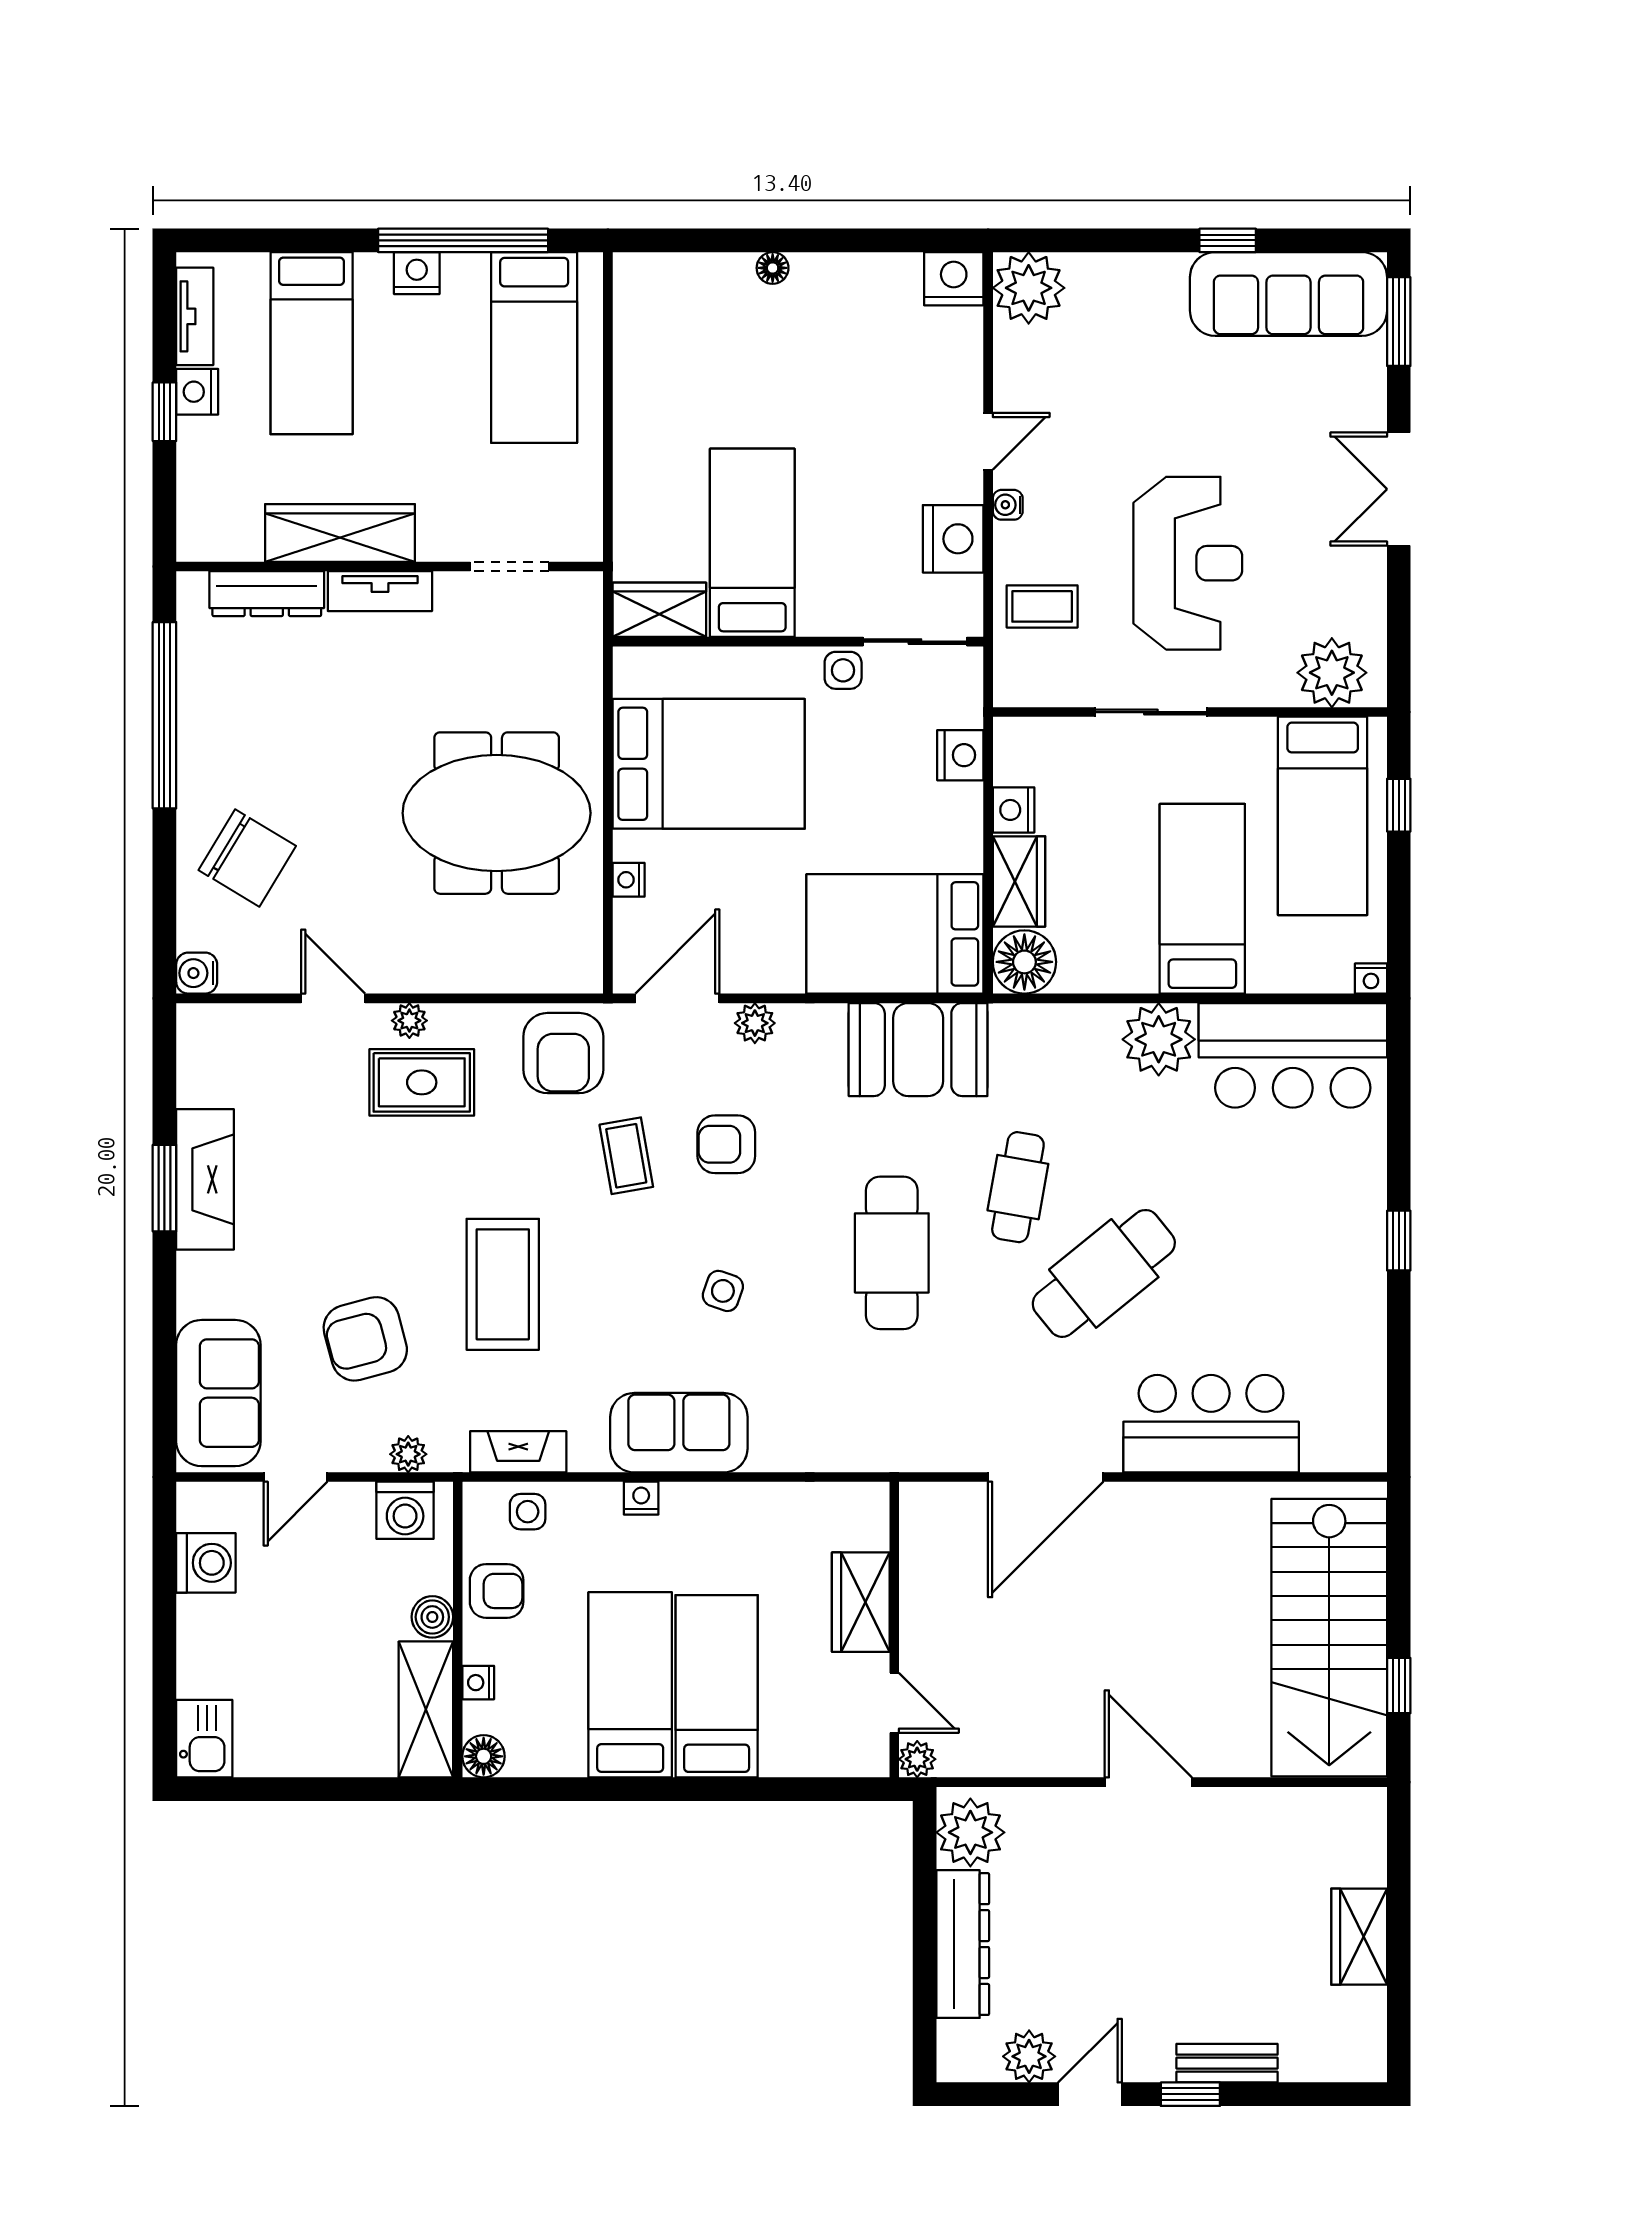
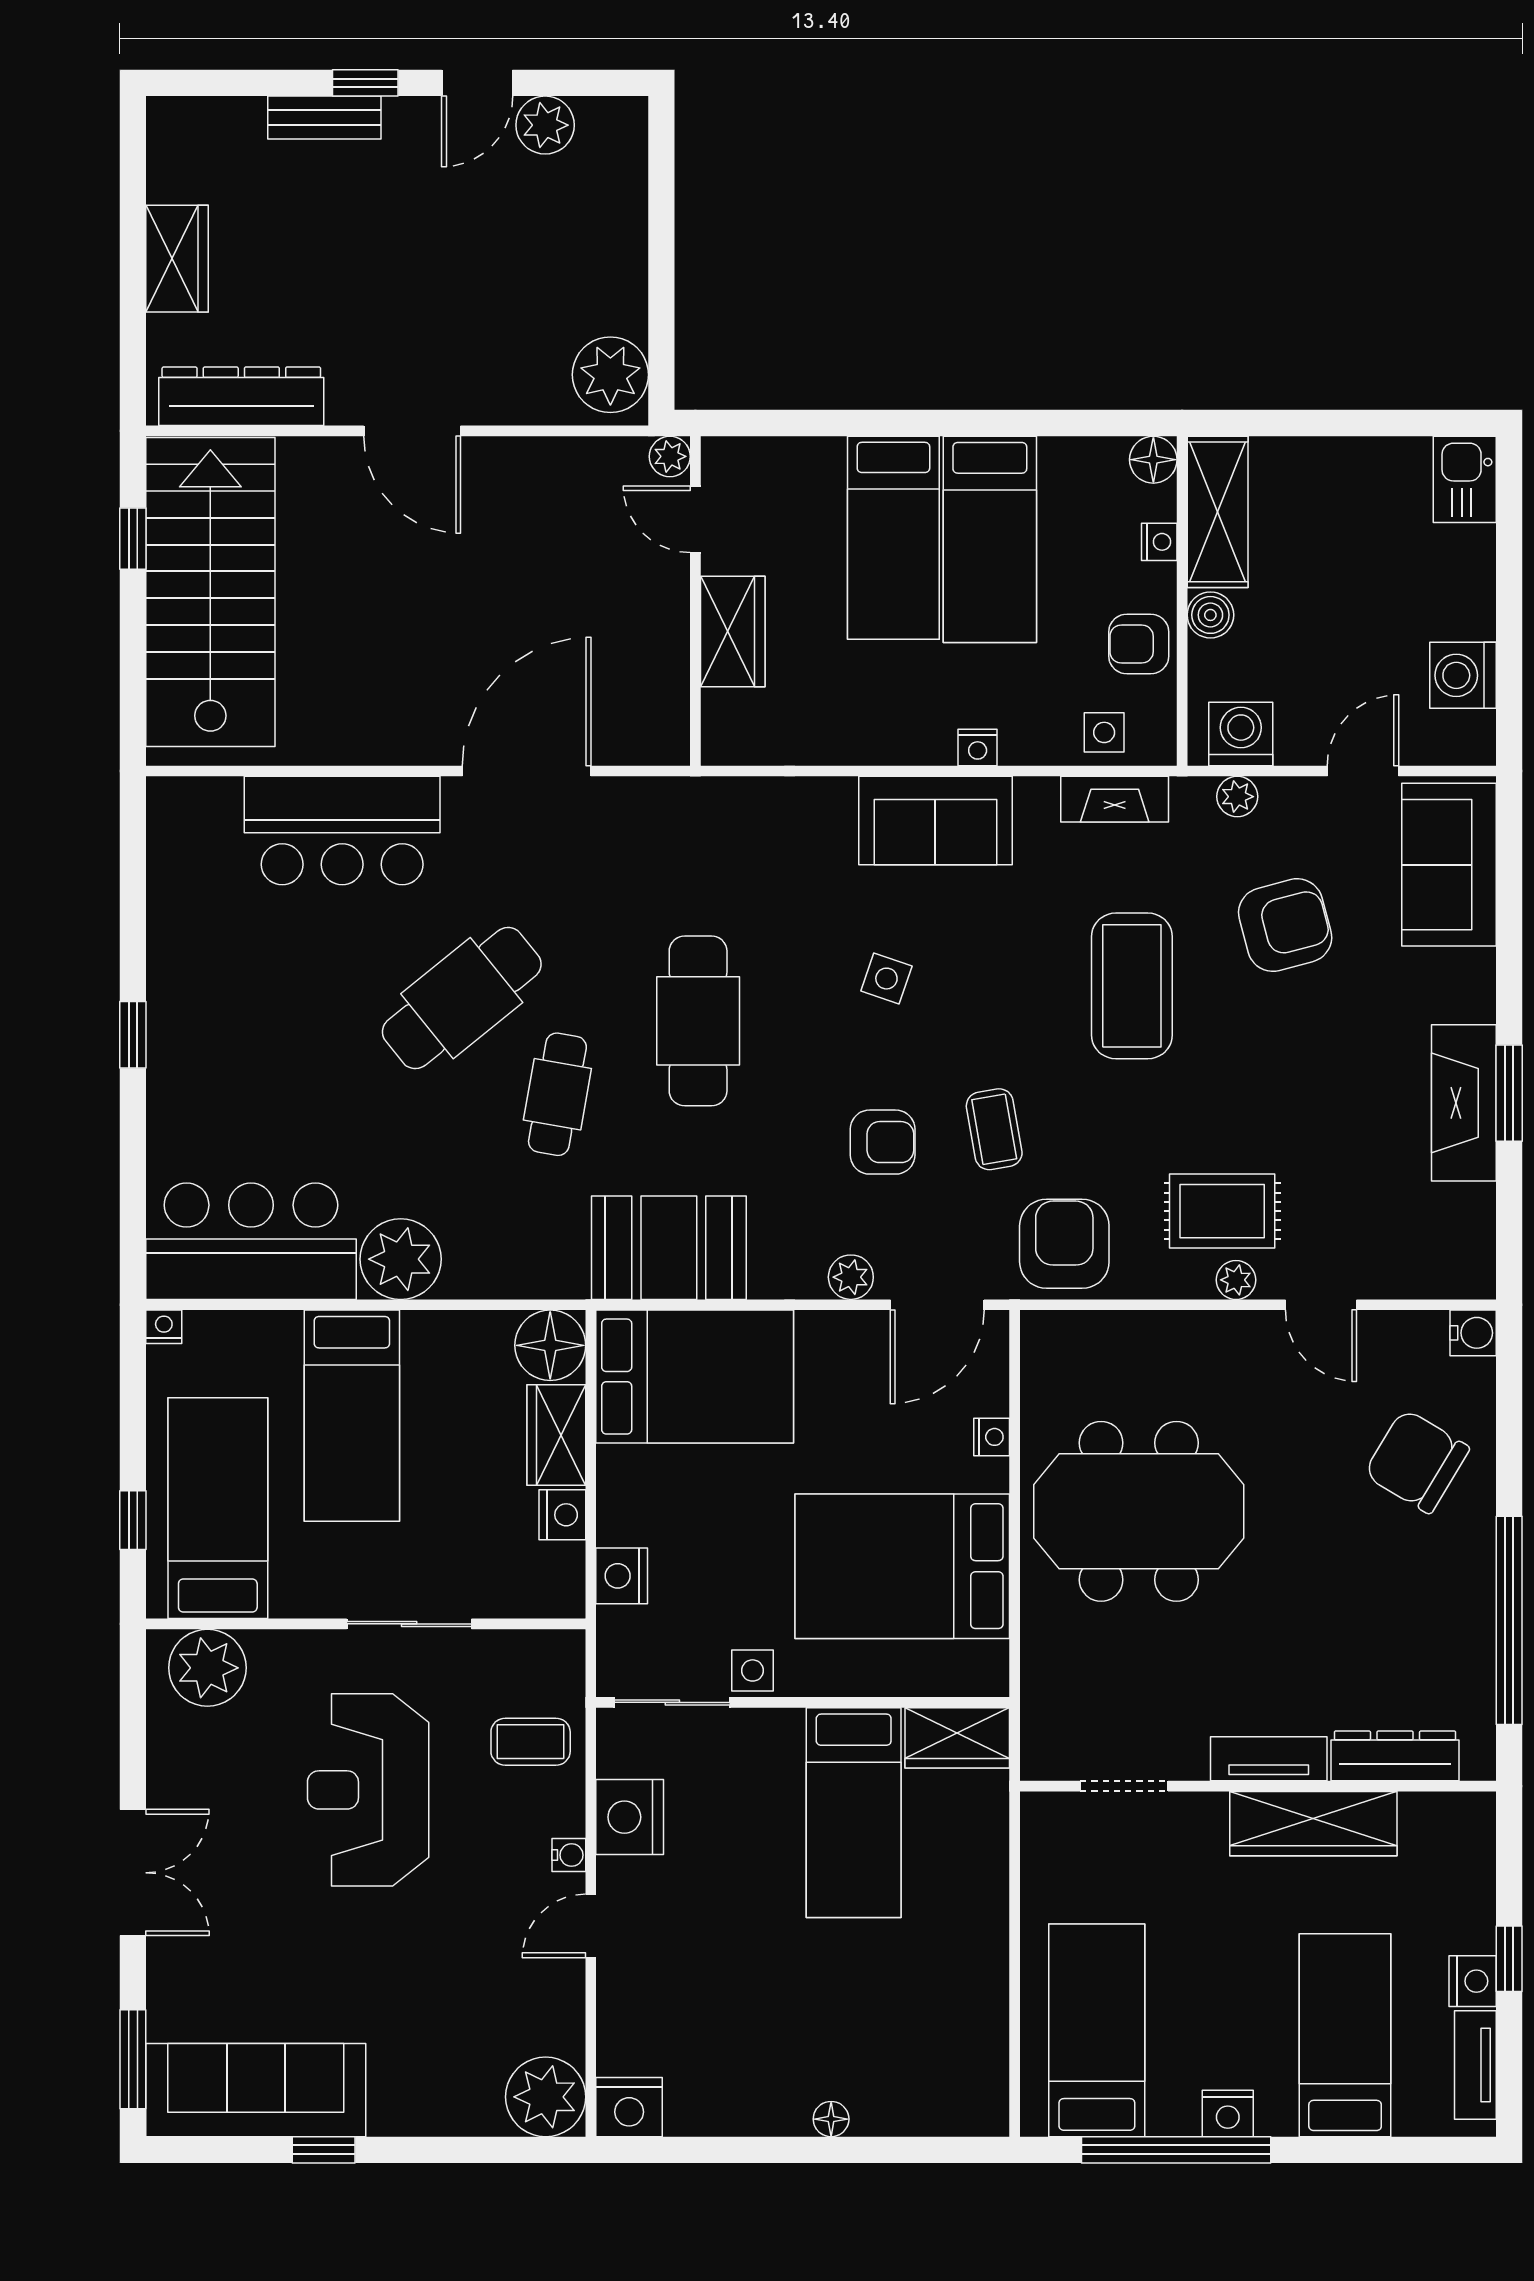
dresser: (963, 1944) -> (241, 396), moved, turned 90

